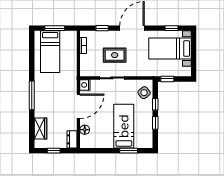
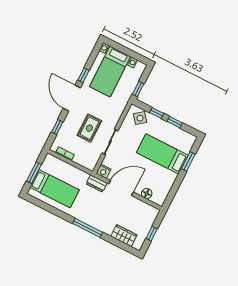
window: (172, 28) -> (83, 75), moved
door: (78, 106) -> (121, 188), hinge flipped
dresser: (72, 139) -> (97, 183), moved

